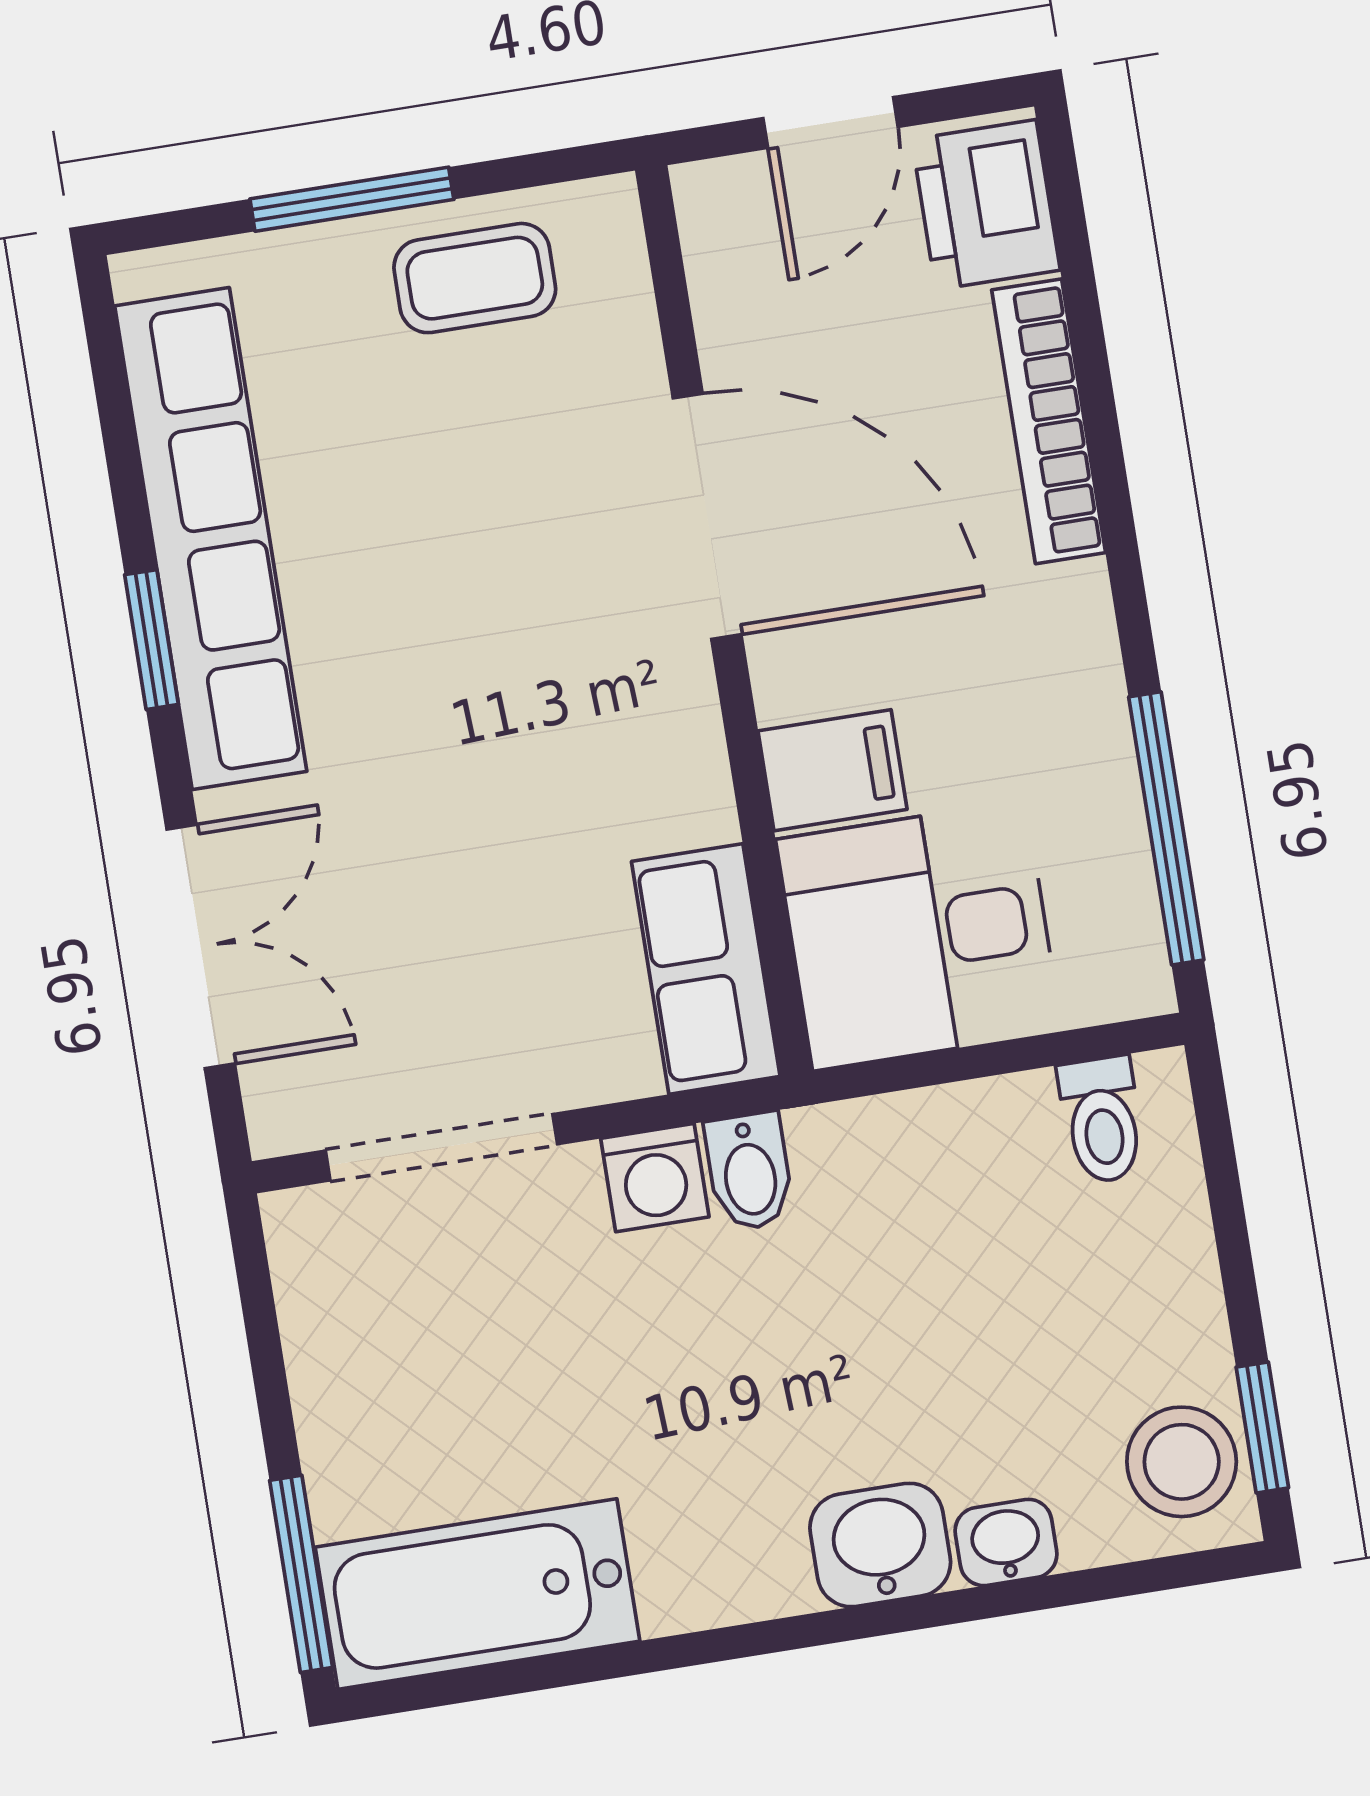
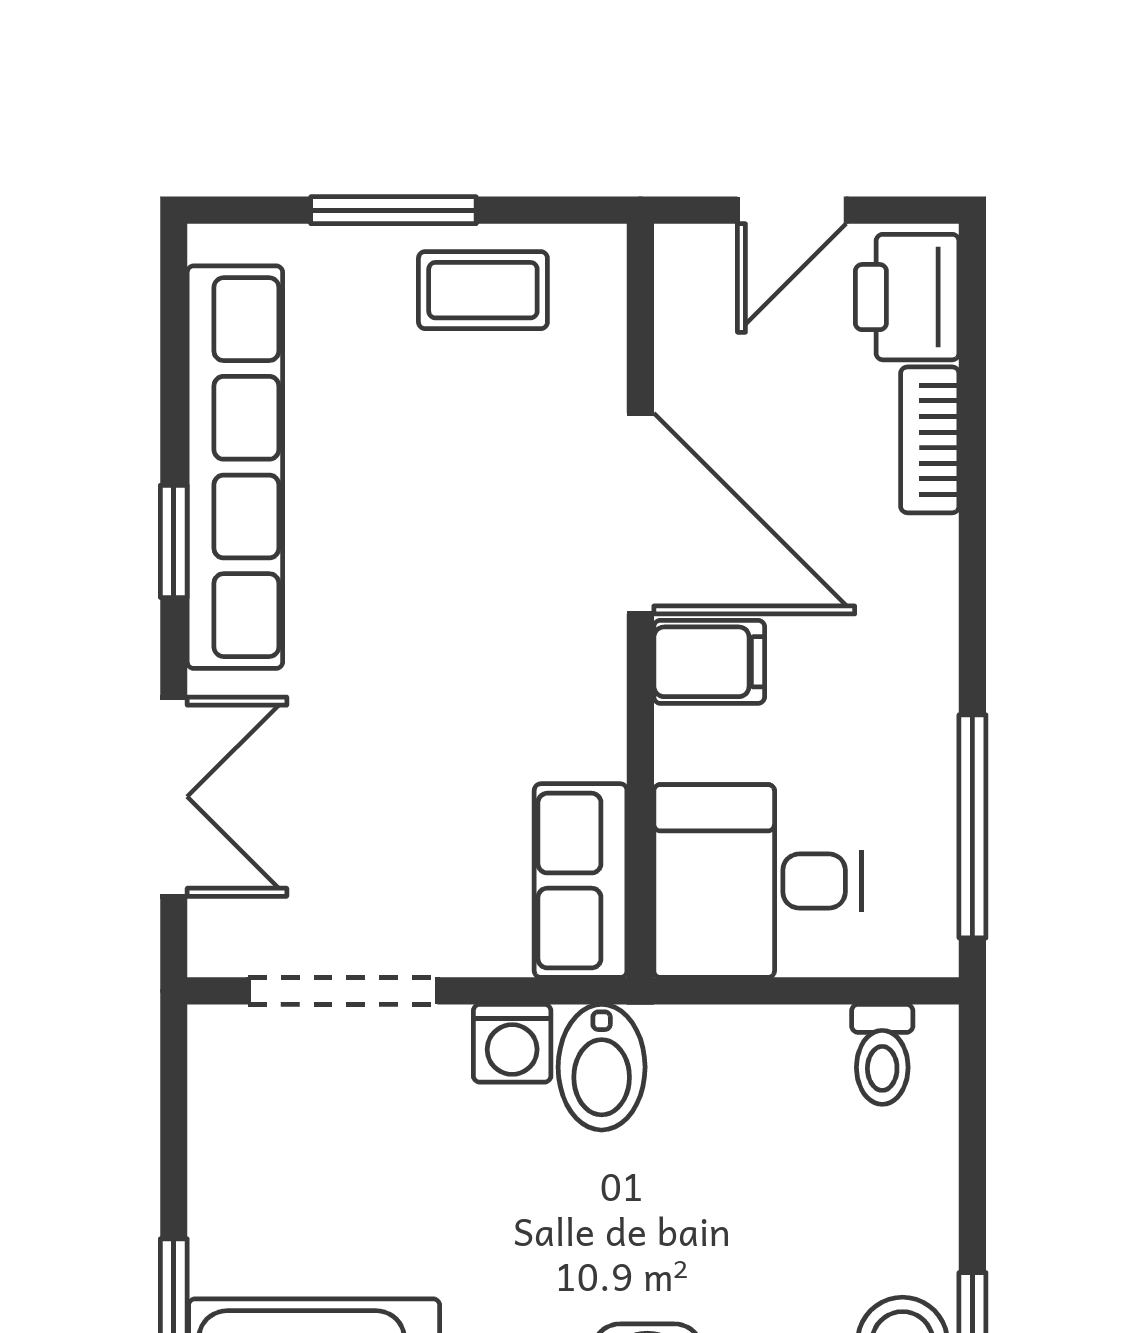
bookcase: (1049, 421) -> (930, 440), width x0.64
filing cabinet: (833, 770) -> (709, 662), moved
bidet: (749, 1172) -> (602, 1067), width x1.38, depth x1.36

